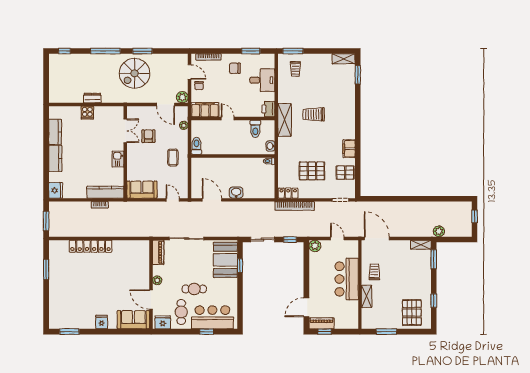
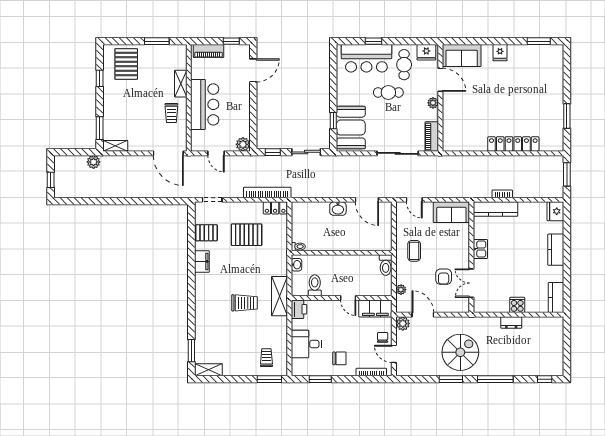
kitchen counter: (55, 132) -> (556, 297), moved
piano: (322, 323) -> (209, 51), moved

